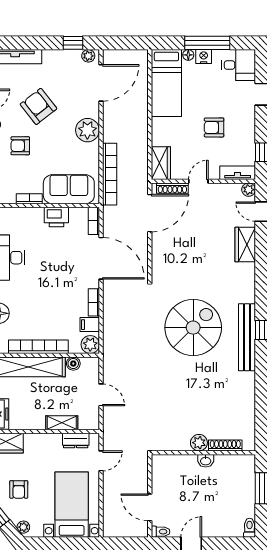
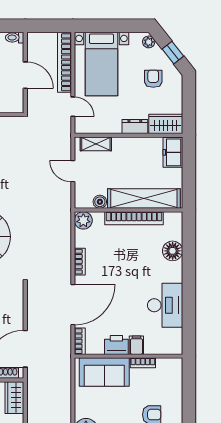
bookcase: (110, 174) -> (64, 62), moved
door: (101, 258) -> (73, 305), swing flipped
filing cabinet: (90, 325) -> (136, 345), moved, turned -90
shelving: (62, 423) -> (96, 144), moved
dresser: (76, 441) -> (135, 127), moved
door: (101, 461) -> (73, 107), swing flipped
door: (150, 507) -> (25, 75), moved

